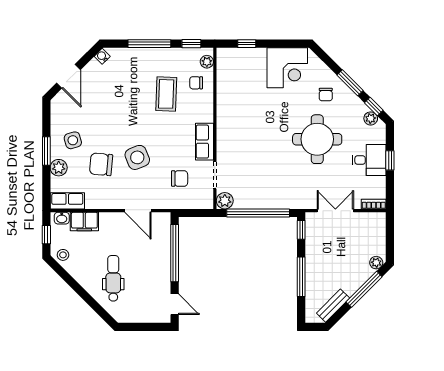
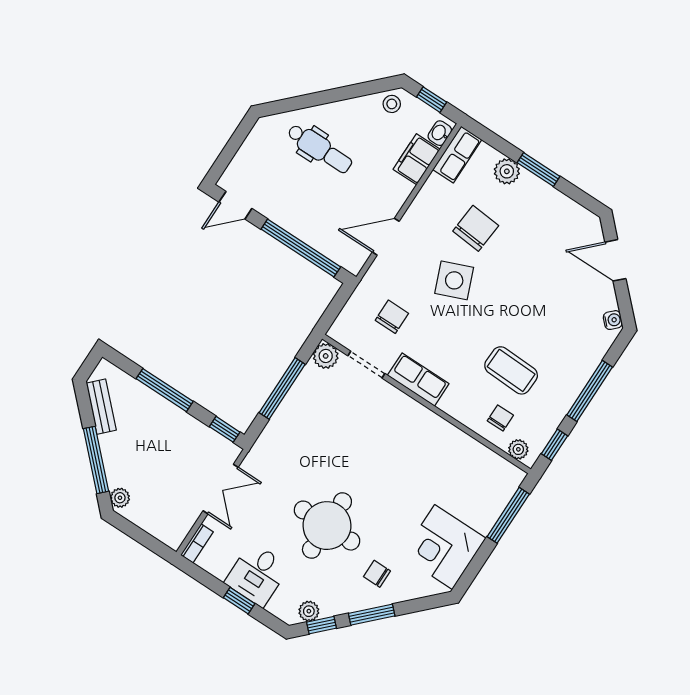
window: (247, 44) -> (508, 515), width x2.17
side table: (73, 140) -> (530, 212), removed
chair: (180, 179) -> (392, 317), turned 180
window: (258, 213) -> (282, 388), width x0.68

